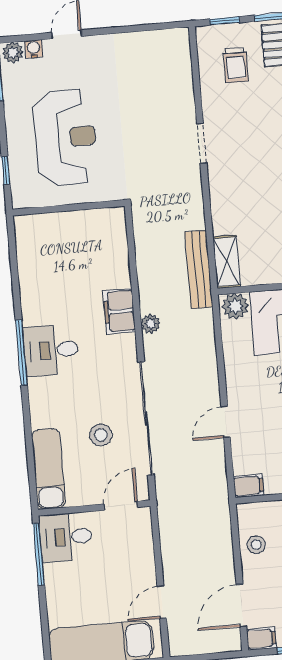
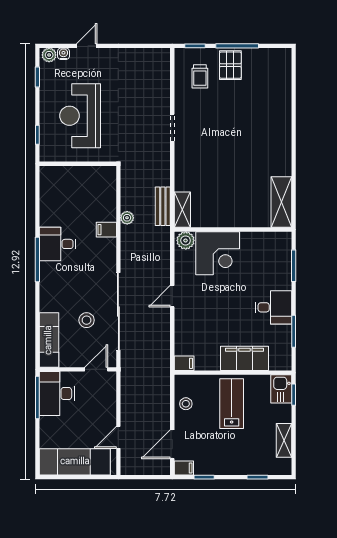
reception desk: (66, 137) -> (80, 116), turned 180
bench: (199, 269) -> (163, 206), width x0.73
filing cabinet: (119, 311) -> (106, 230), width x0.50
plant: (151, 324) -> (127, 218), moved
desk: (51, 350) -> (58, 244), moved
door: (226, 422) -> (172, 296), moved
desk: (66, 537) -> (57, 394), width x1.37

